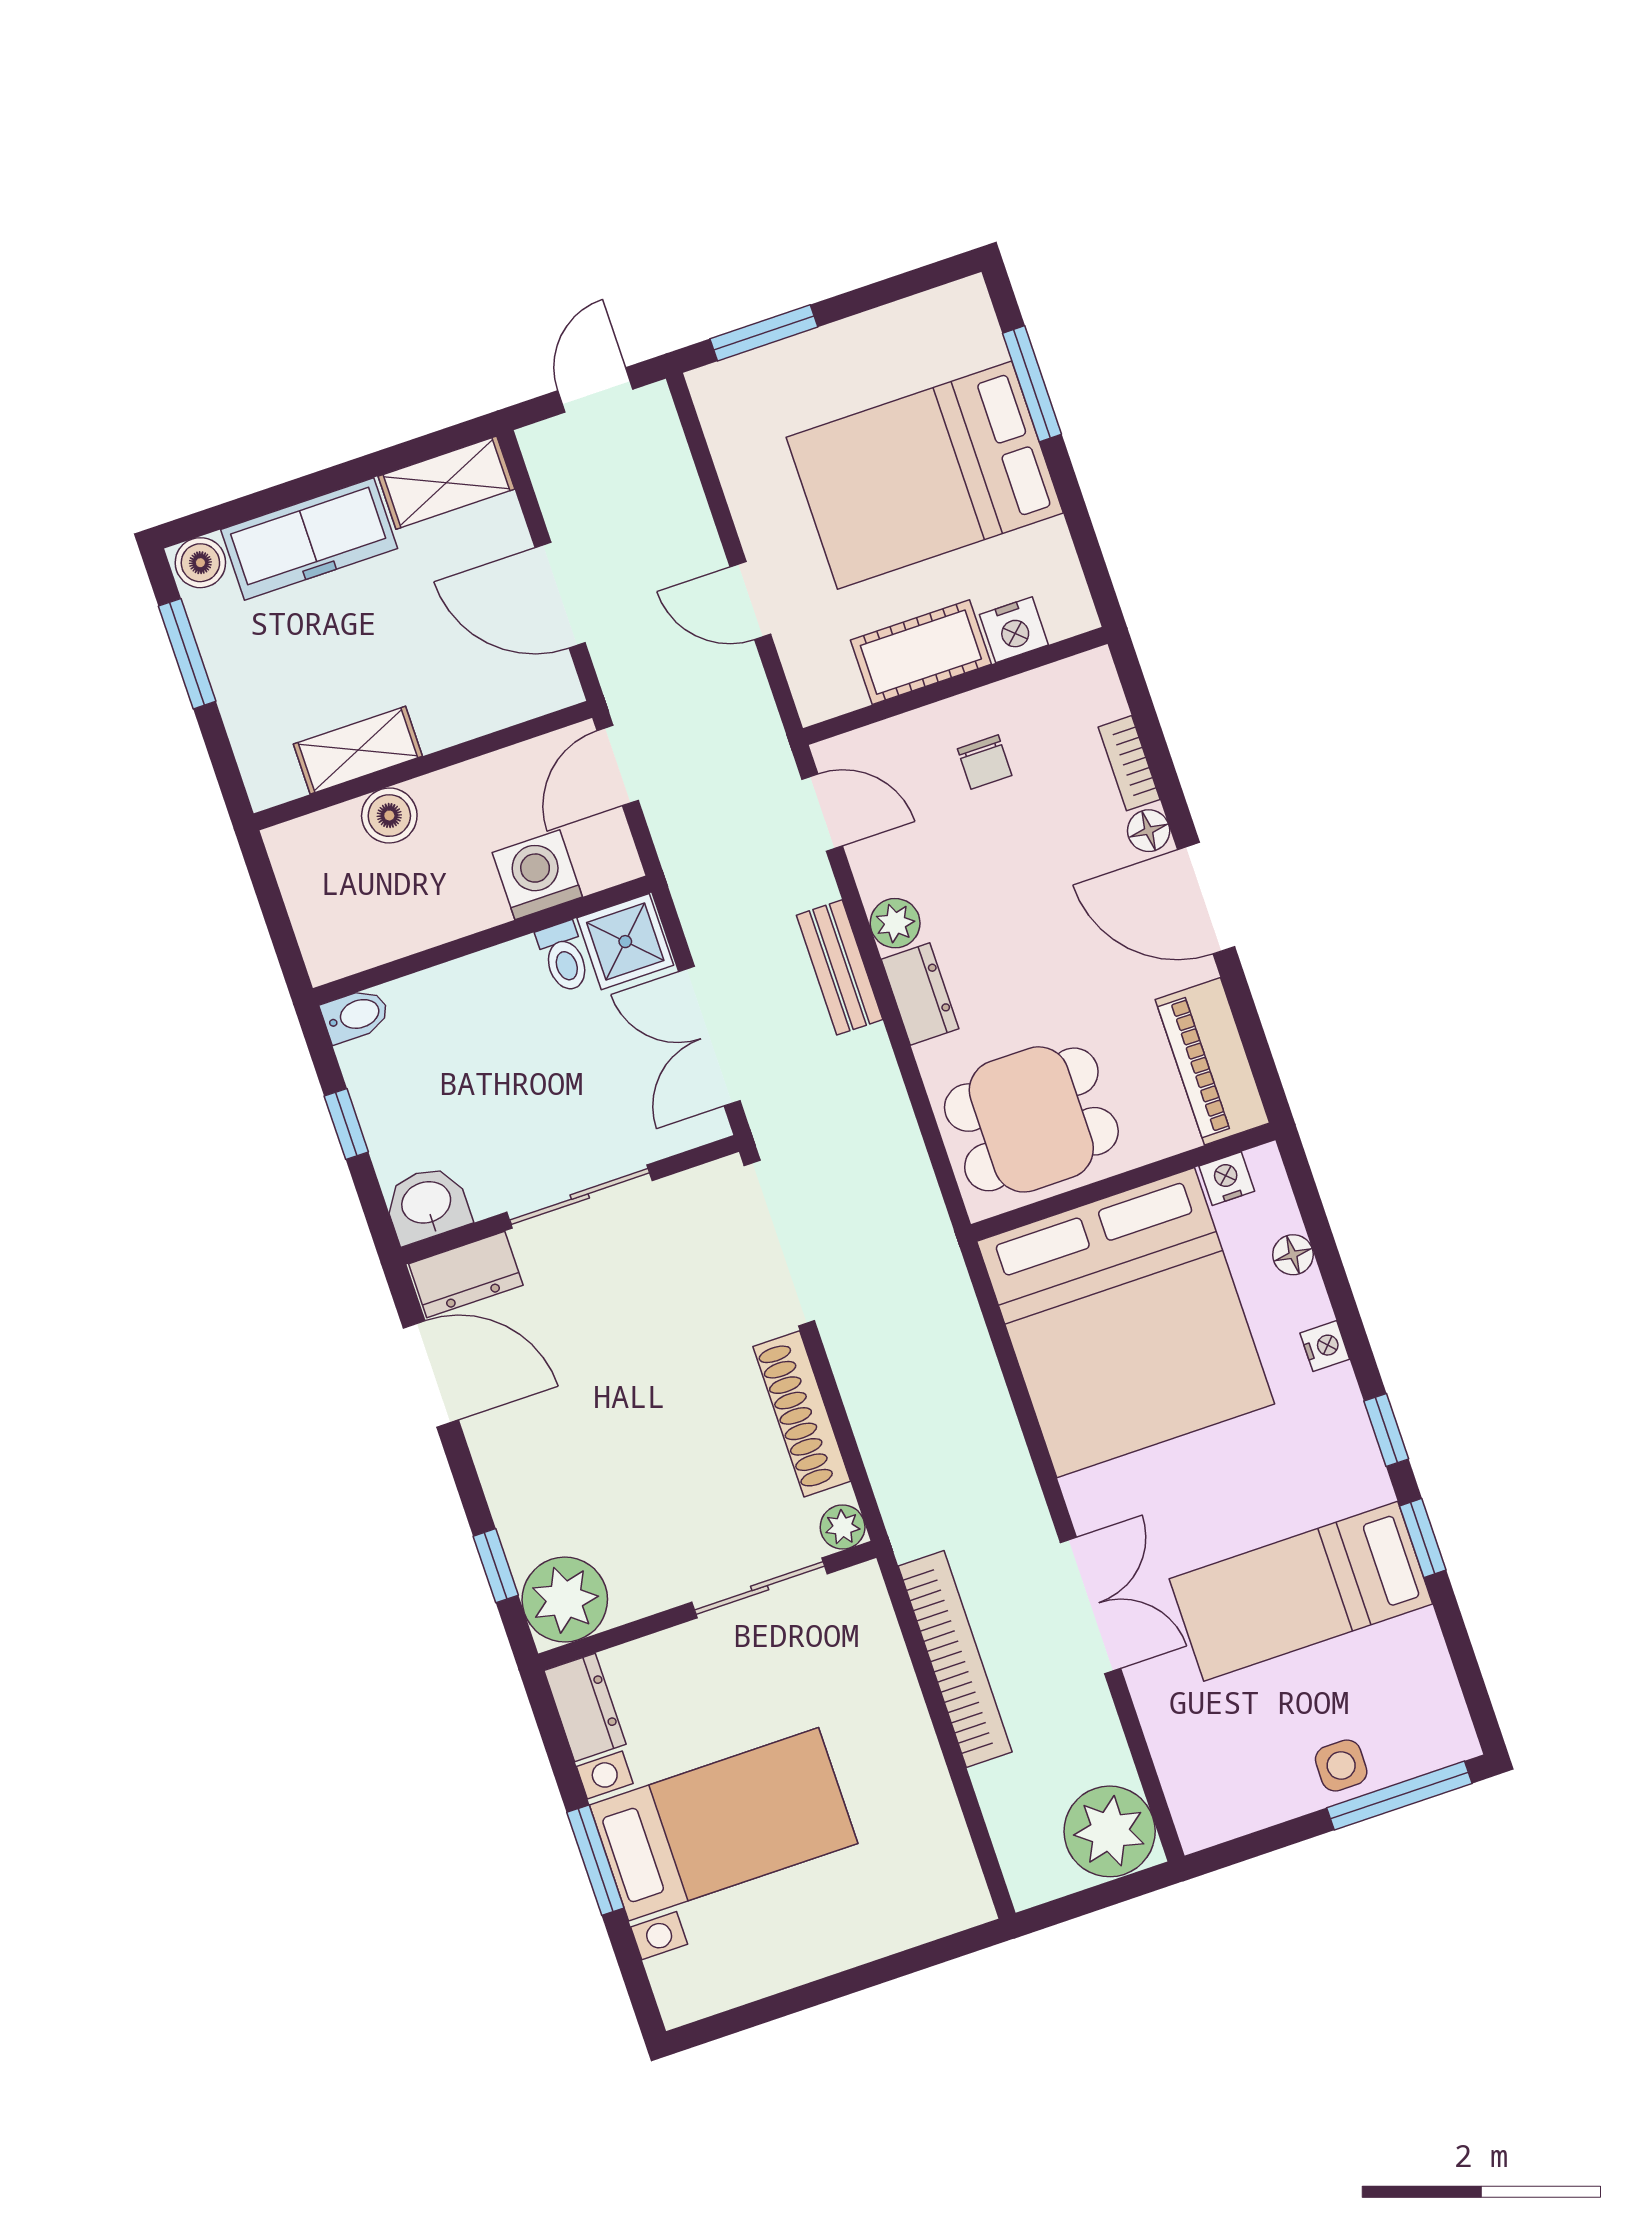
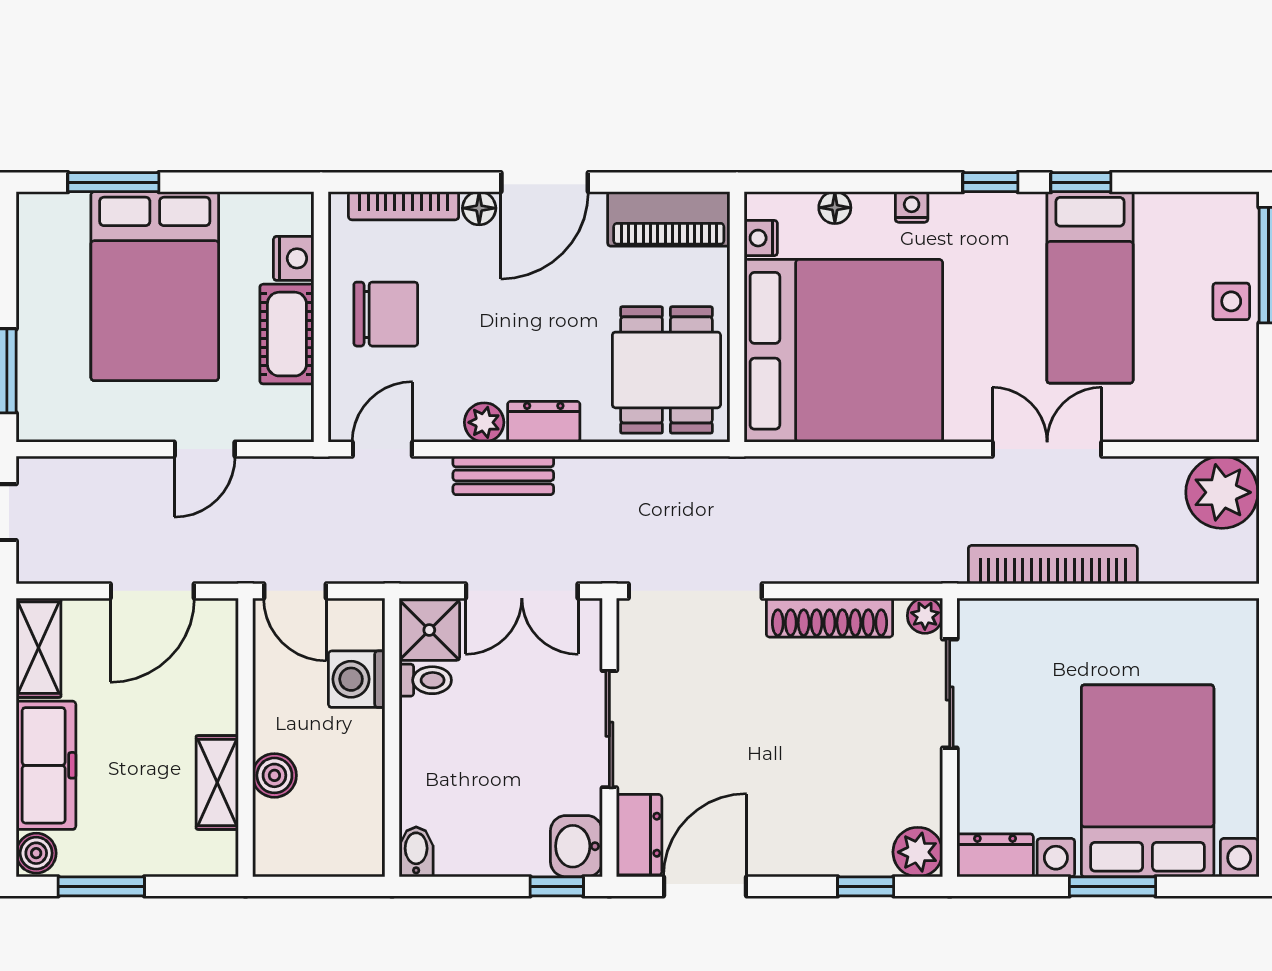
chair: (985, 762) -> (386, 314), width x1.87, depth x1.87
bookcase: (1129, 763) -> (404, 206), width x1.56
window: (346, 1124) -> (557, 886), moved
plant: (565, 1600) -> (918, 852), width x0.73, depth x0.73
bed with nightstands: (724, 1824) -> (1148, 781), width x1.36

